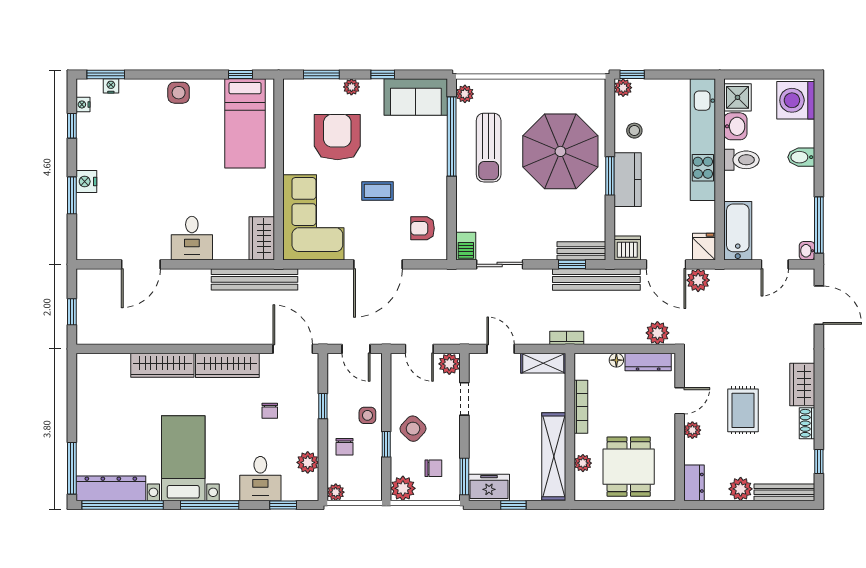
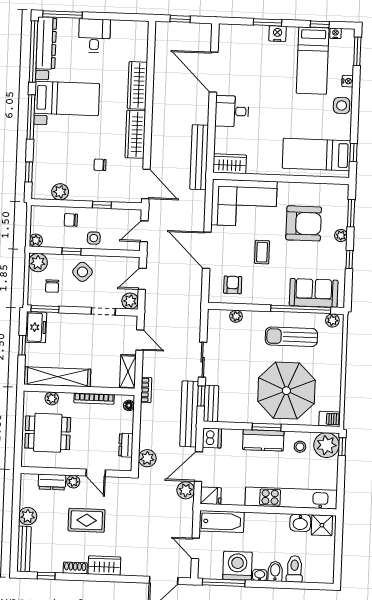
nightstand: (111, 86) -> (348, 81), moved
plant: (623, 88) -> (326, 445), width x1.87, depth x1.87
sofa: (416, 97) -> (314, 293), moved, turned 90
washing machine: (796, 100) -> (237, 566), moved
bed: (120, 134) -> (313, 61), added
toilet: (741, 160) -> (295, 569), moved, turned 180
plant: (464, 222) -> (236, 316), added
barbecue: (466, 246) -> (330, 419), moved, turned 180
washbasin: (807, 251) -> (260, 575), moved
door: (141, 264) -> (214, 72), width x1.36
sliding door: (500, 264) -> (203, 360), moved
door: (293, 349) -> (146, 184), hinge flipped
door: (501, 349) -> (140, 340), hinge flipped
floor lamp: (616, 360) -> (129, 405), moved
dresser: (648, 362) -> (126, 445), width x0.70
desk: (260, 479) -> (94, 36), moved, turned 90
dresser: (694, 483) -> (52, 482), moved
plant: (336, 492) -> (36, 240), moved

